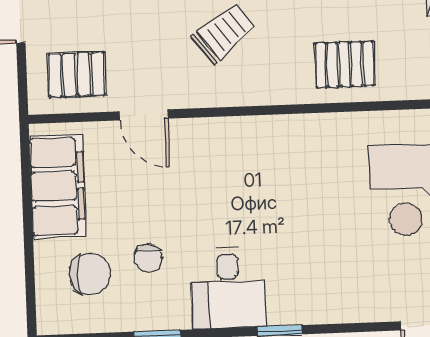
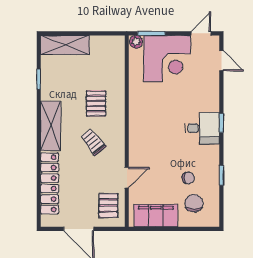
pallet: (345, 64) -> (96, 103), moved
desk: (228, 288) -> (202, 128), moved

